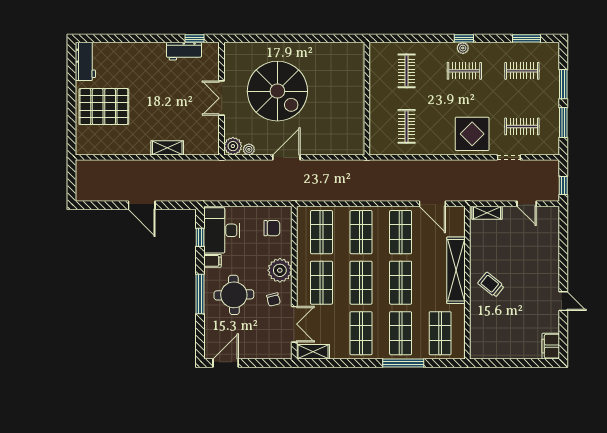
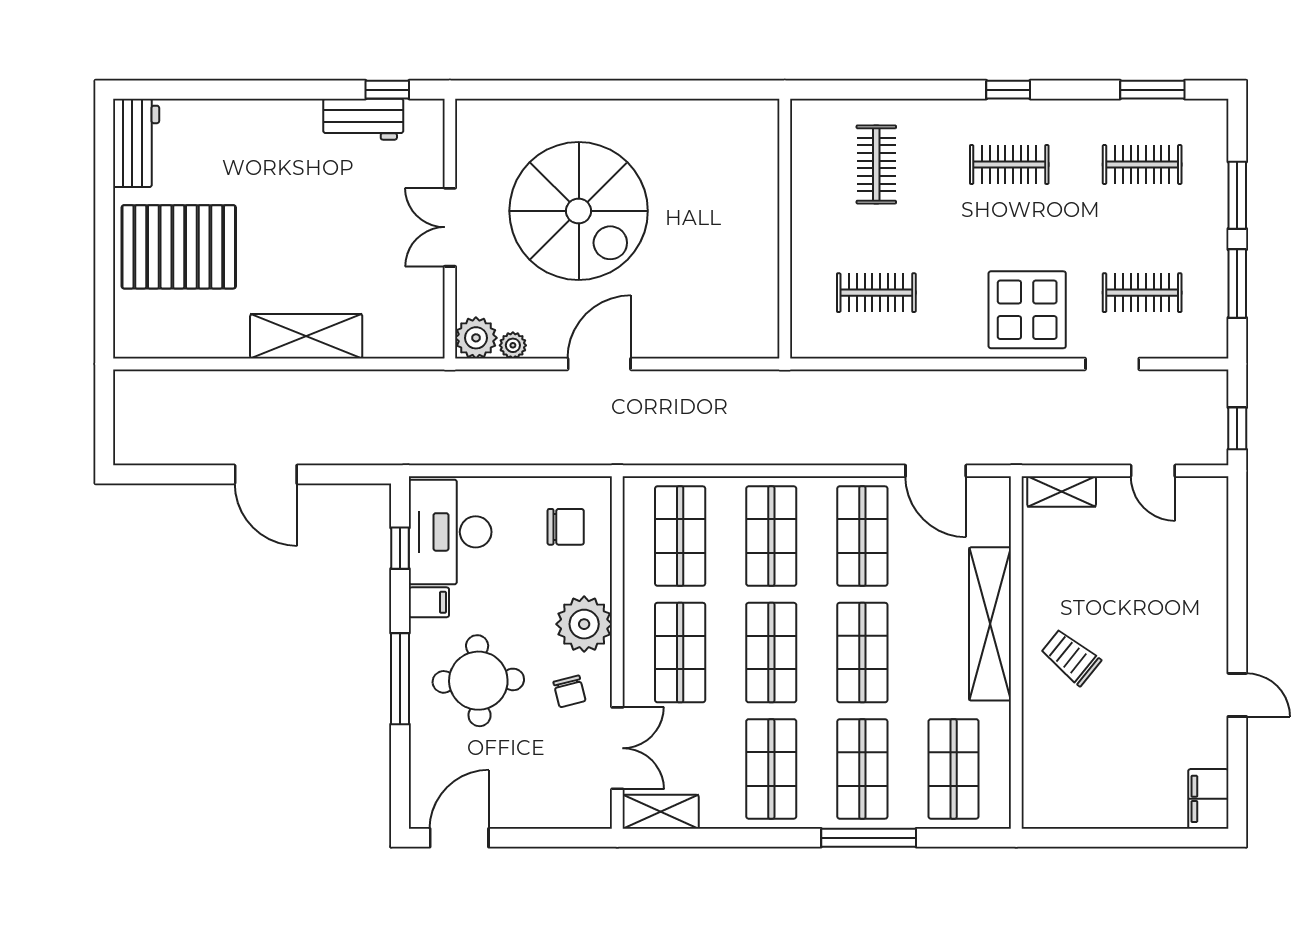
plant: (463, 48) -> (1006, 112), removed
clothes rail: (407, 126) -> (876, 293), turned 90
shelving: (167, 148) -> (306, 336), width x1.50, depth x1.33

